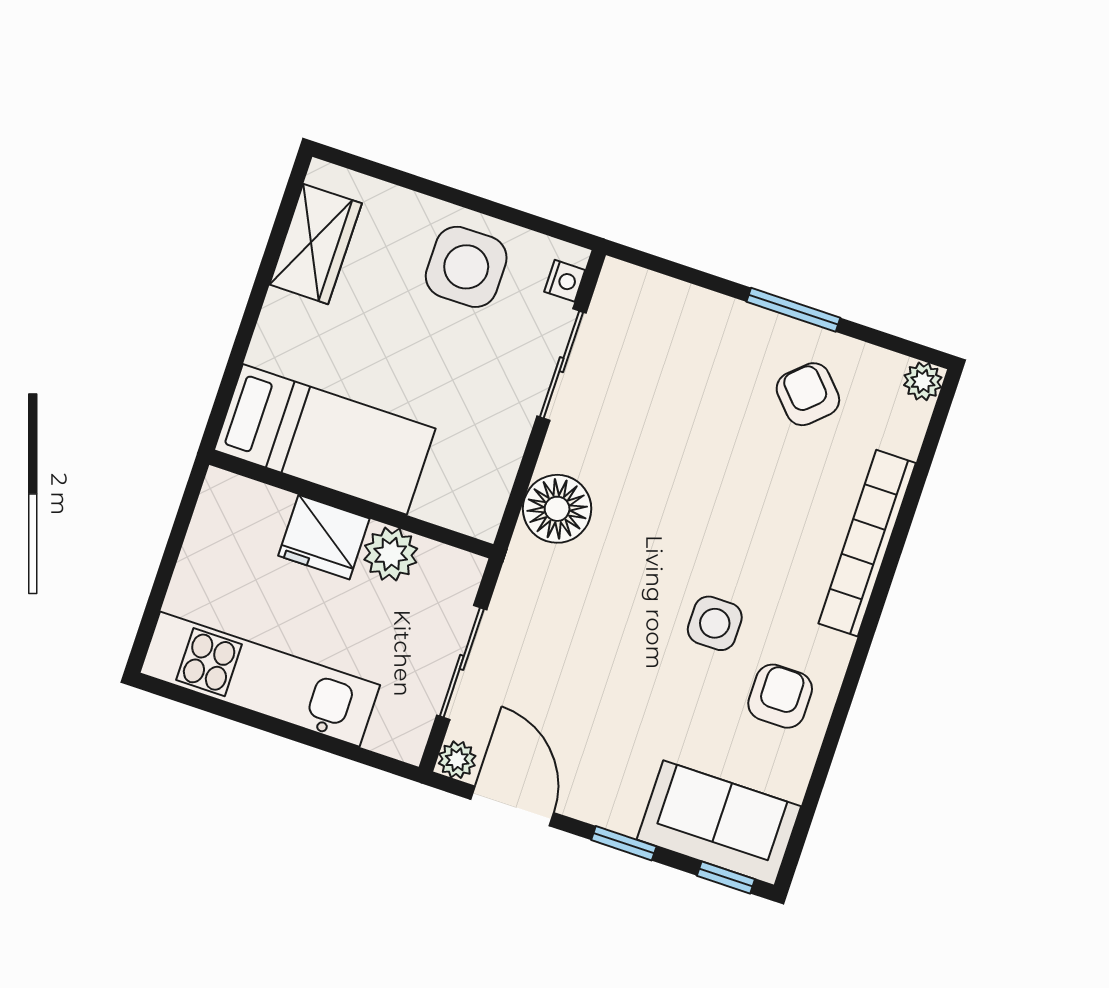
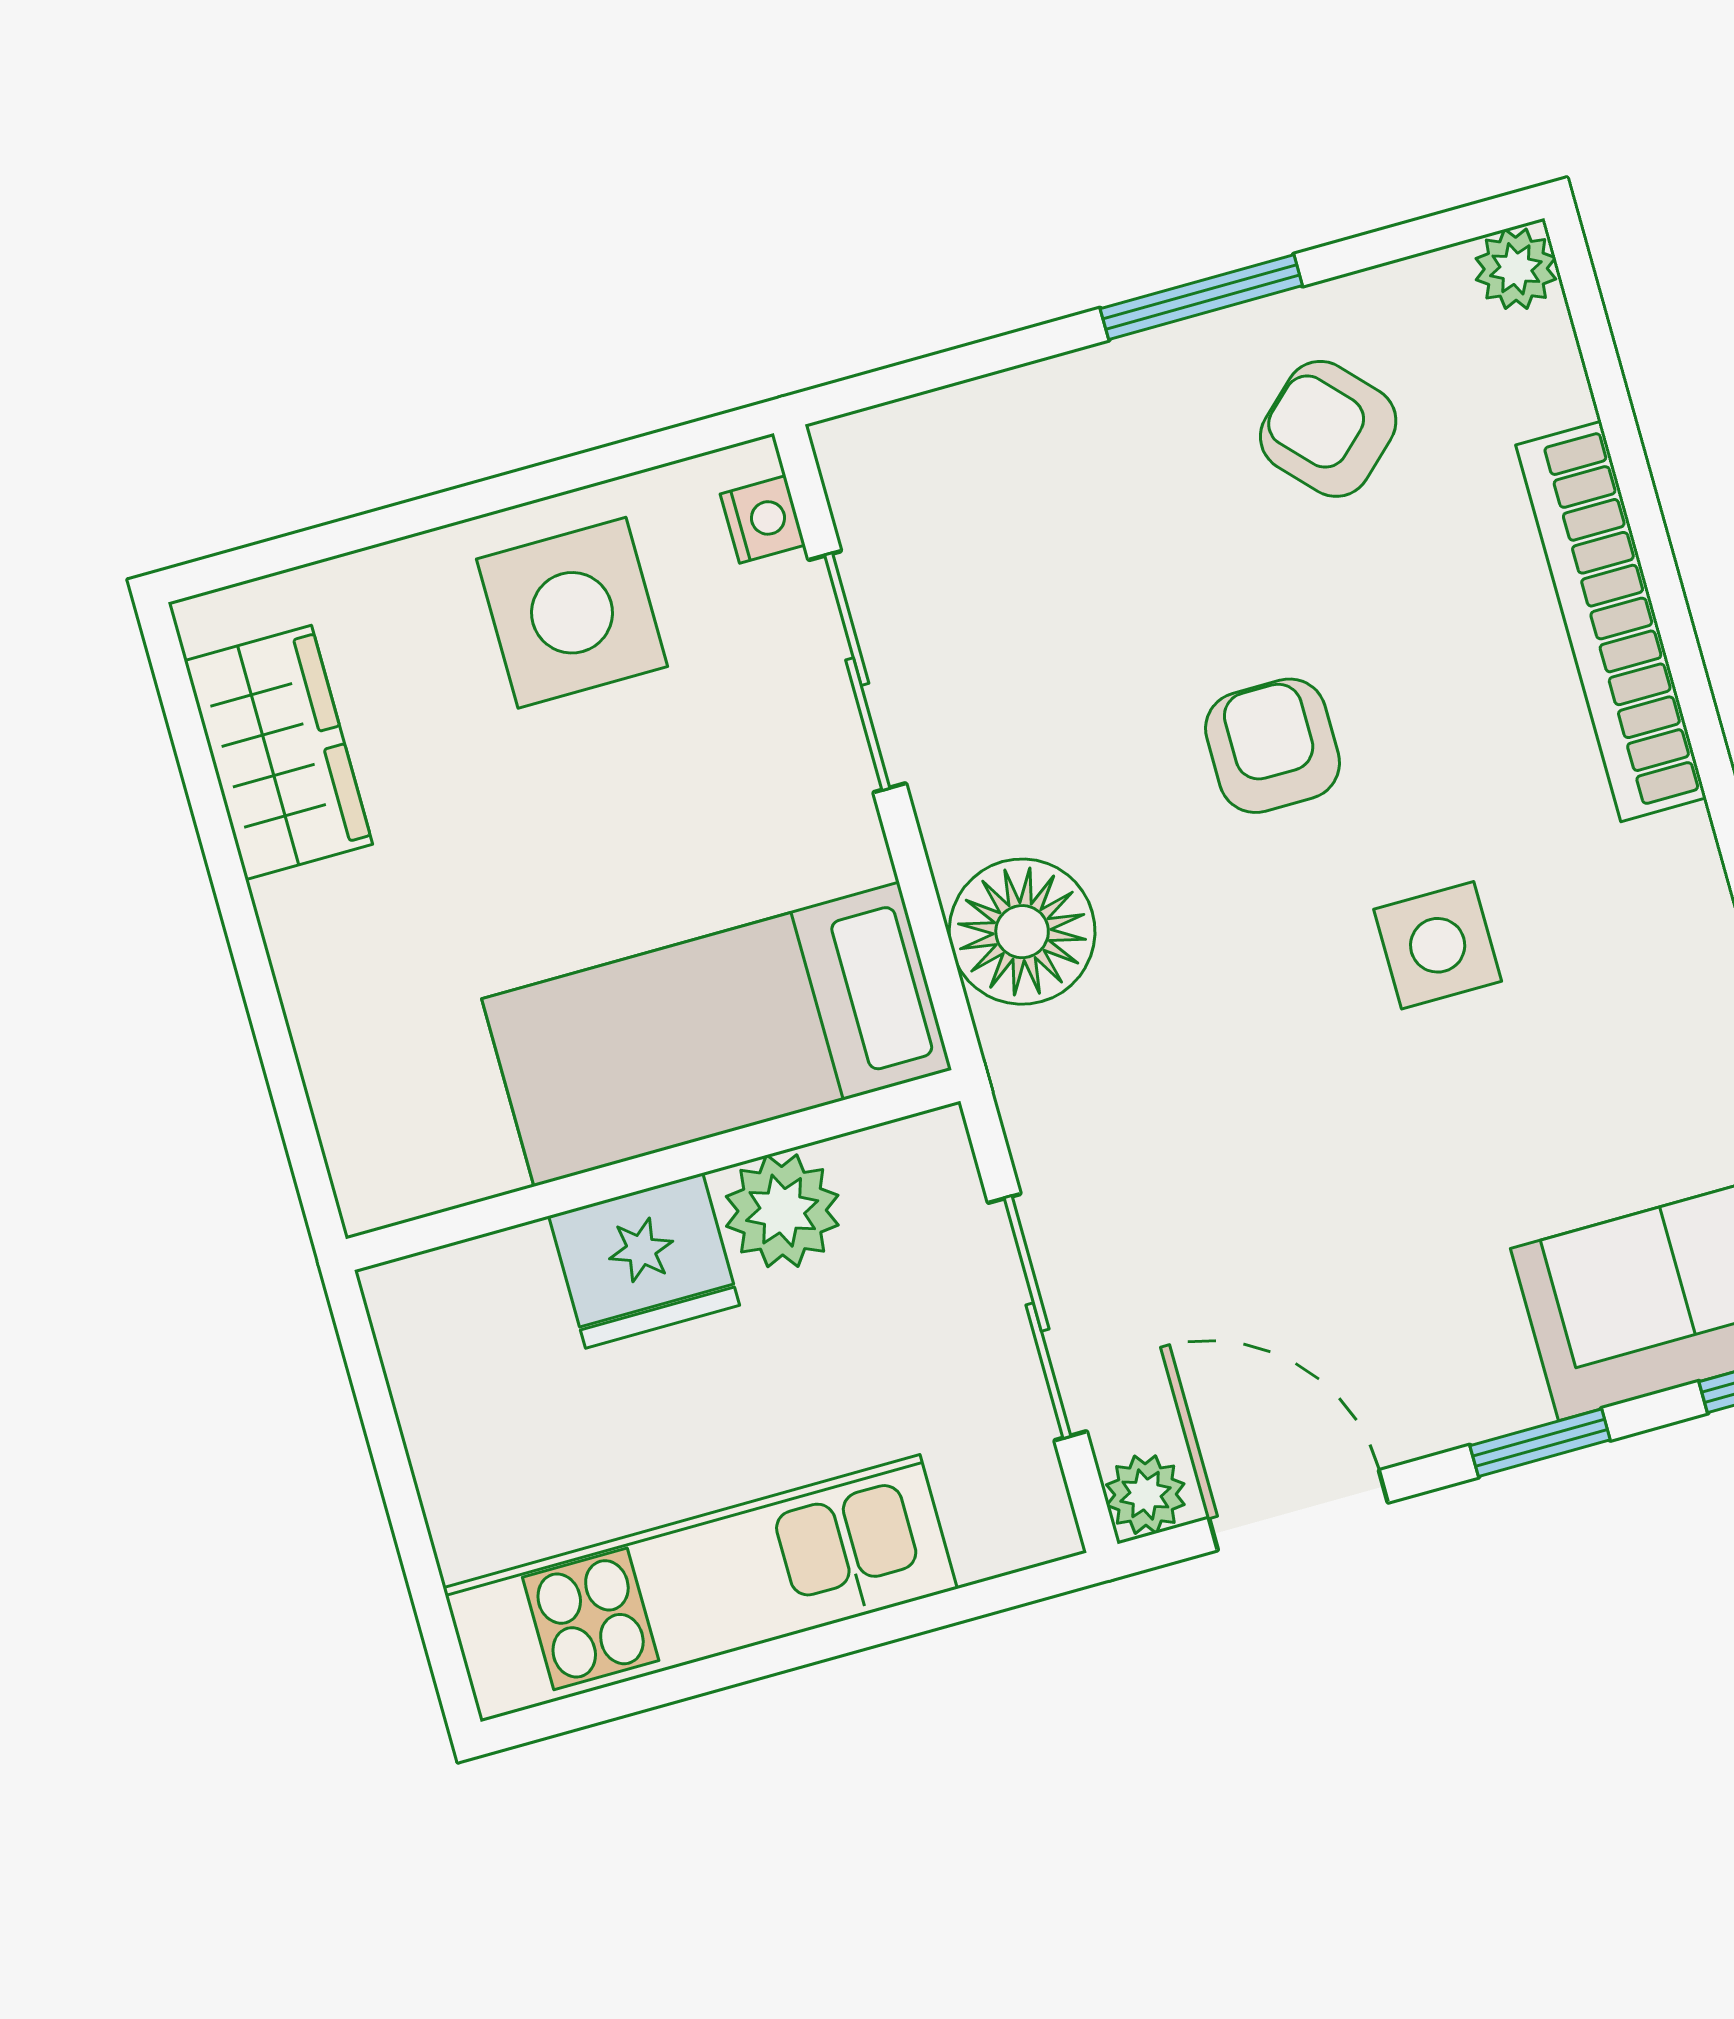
bed: (325, 439) -> (717, 1034), moved, turned 180
armchair: (780, 696) -> (1273, 746), moved

